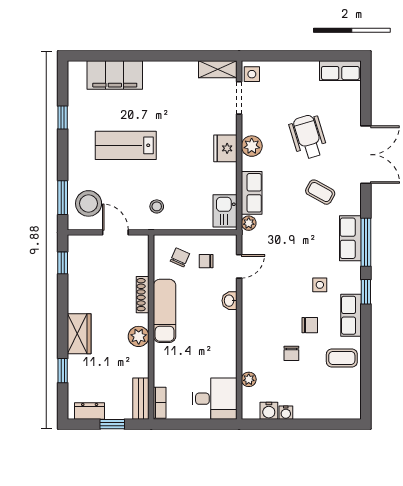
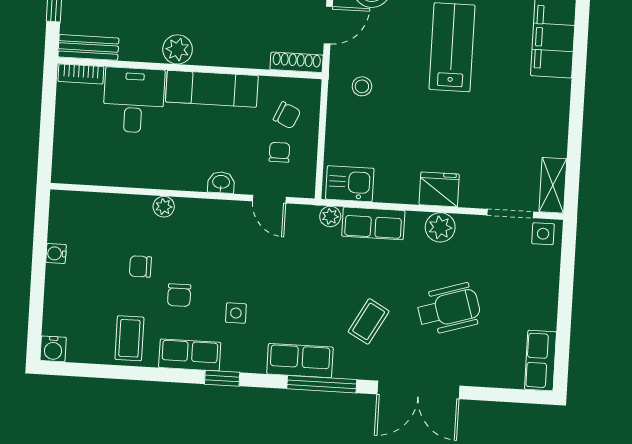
window: (366, 242) -> (322, 384), moved
shoe rack: (143, 295) -> (297, 62), moved
plant: (249, 379) -> (164, 207), moved
desk: (214, 399) -> (134, 100), moved, turned 180
water cooler: (269, 411) -> (53, 349), moved, turned -90

